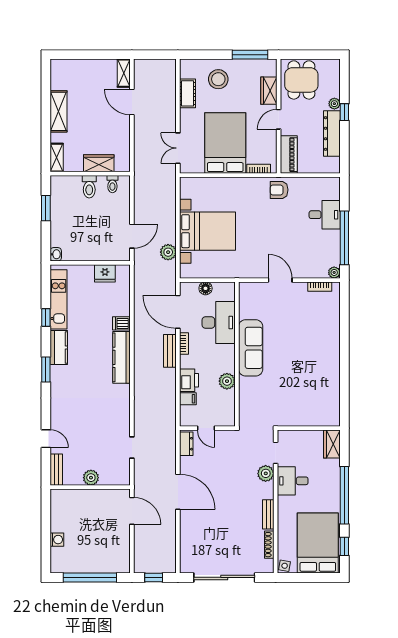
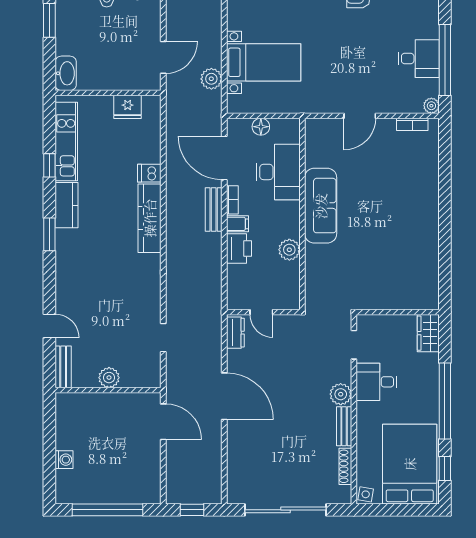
desk: (325, 215) -> (419, 59), moved
bed with nightstands: (208, 231) -> (264, 62), width x0.73
washbasin: (56, 254) -> (66, 73), width x1.91, depth x1.45
door: (280, 280) -> (360, 116), swing flipped
filing cabinet: (188, 399) -> (237, 224), moved
plant: (266, 473) -> (341, 394), moved

